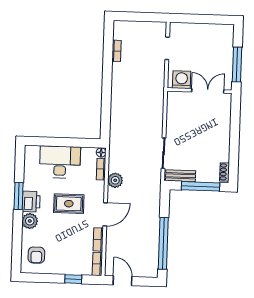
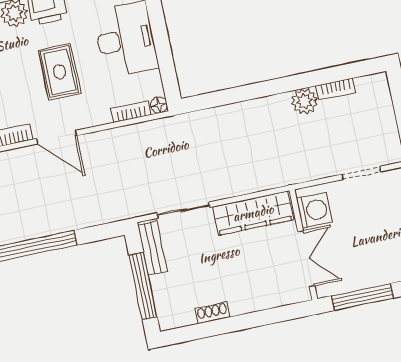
wardrobe: (175, 114) -> (253, 213), added
shoe rack: (225, 172) -> (212, 313), moved
plant: (115, 180) -> (304, 101), moved

